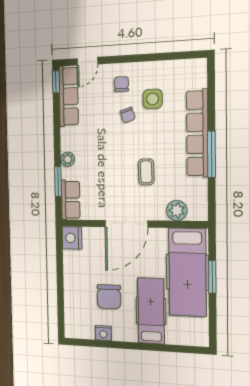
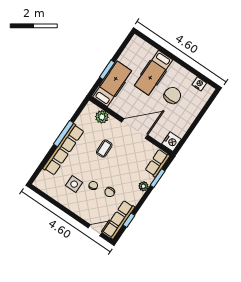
window: (56, 82) -> (129, 220), moved
chair: (121, 84) -> (110, 192), moved
hospital bed: (187, 272) -> (112, 84), width x0.73, depth x0.78
nightstand: (103, 333) -> (199, 84), moved

